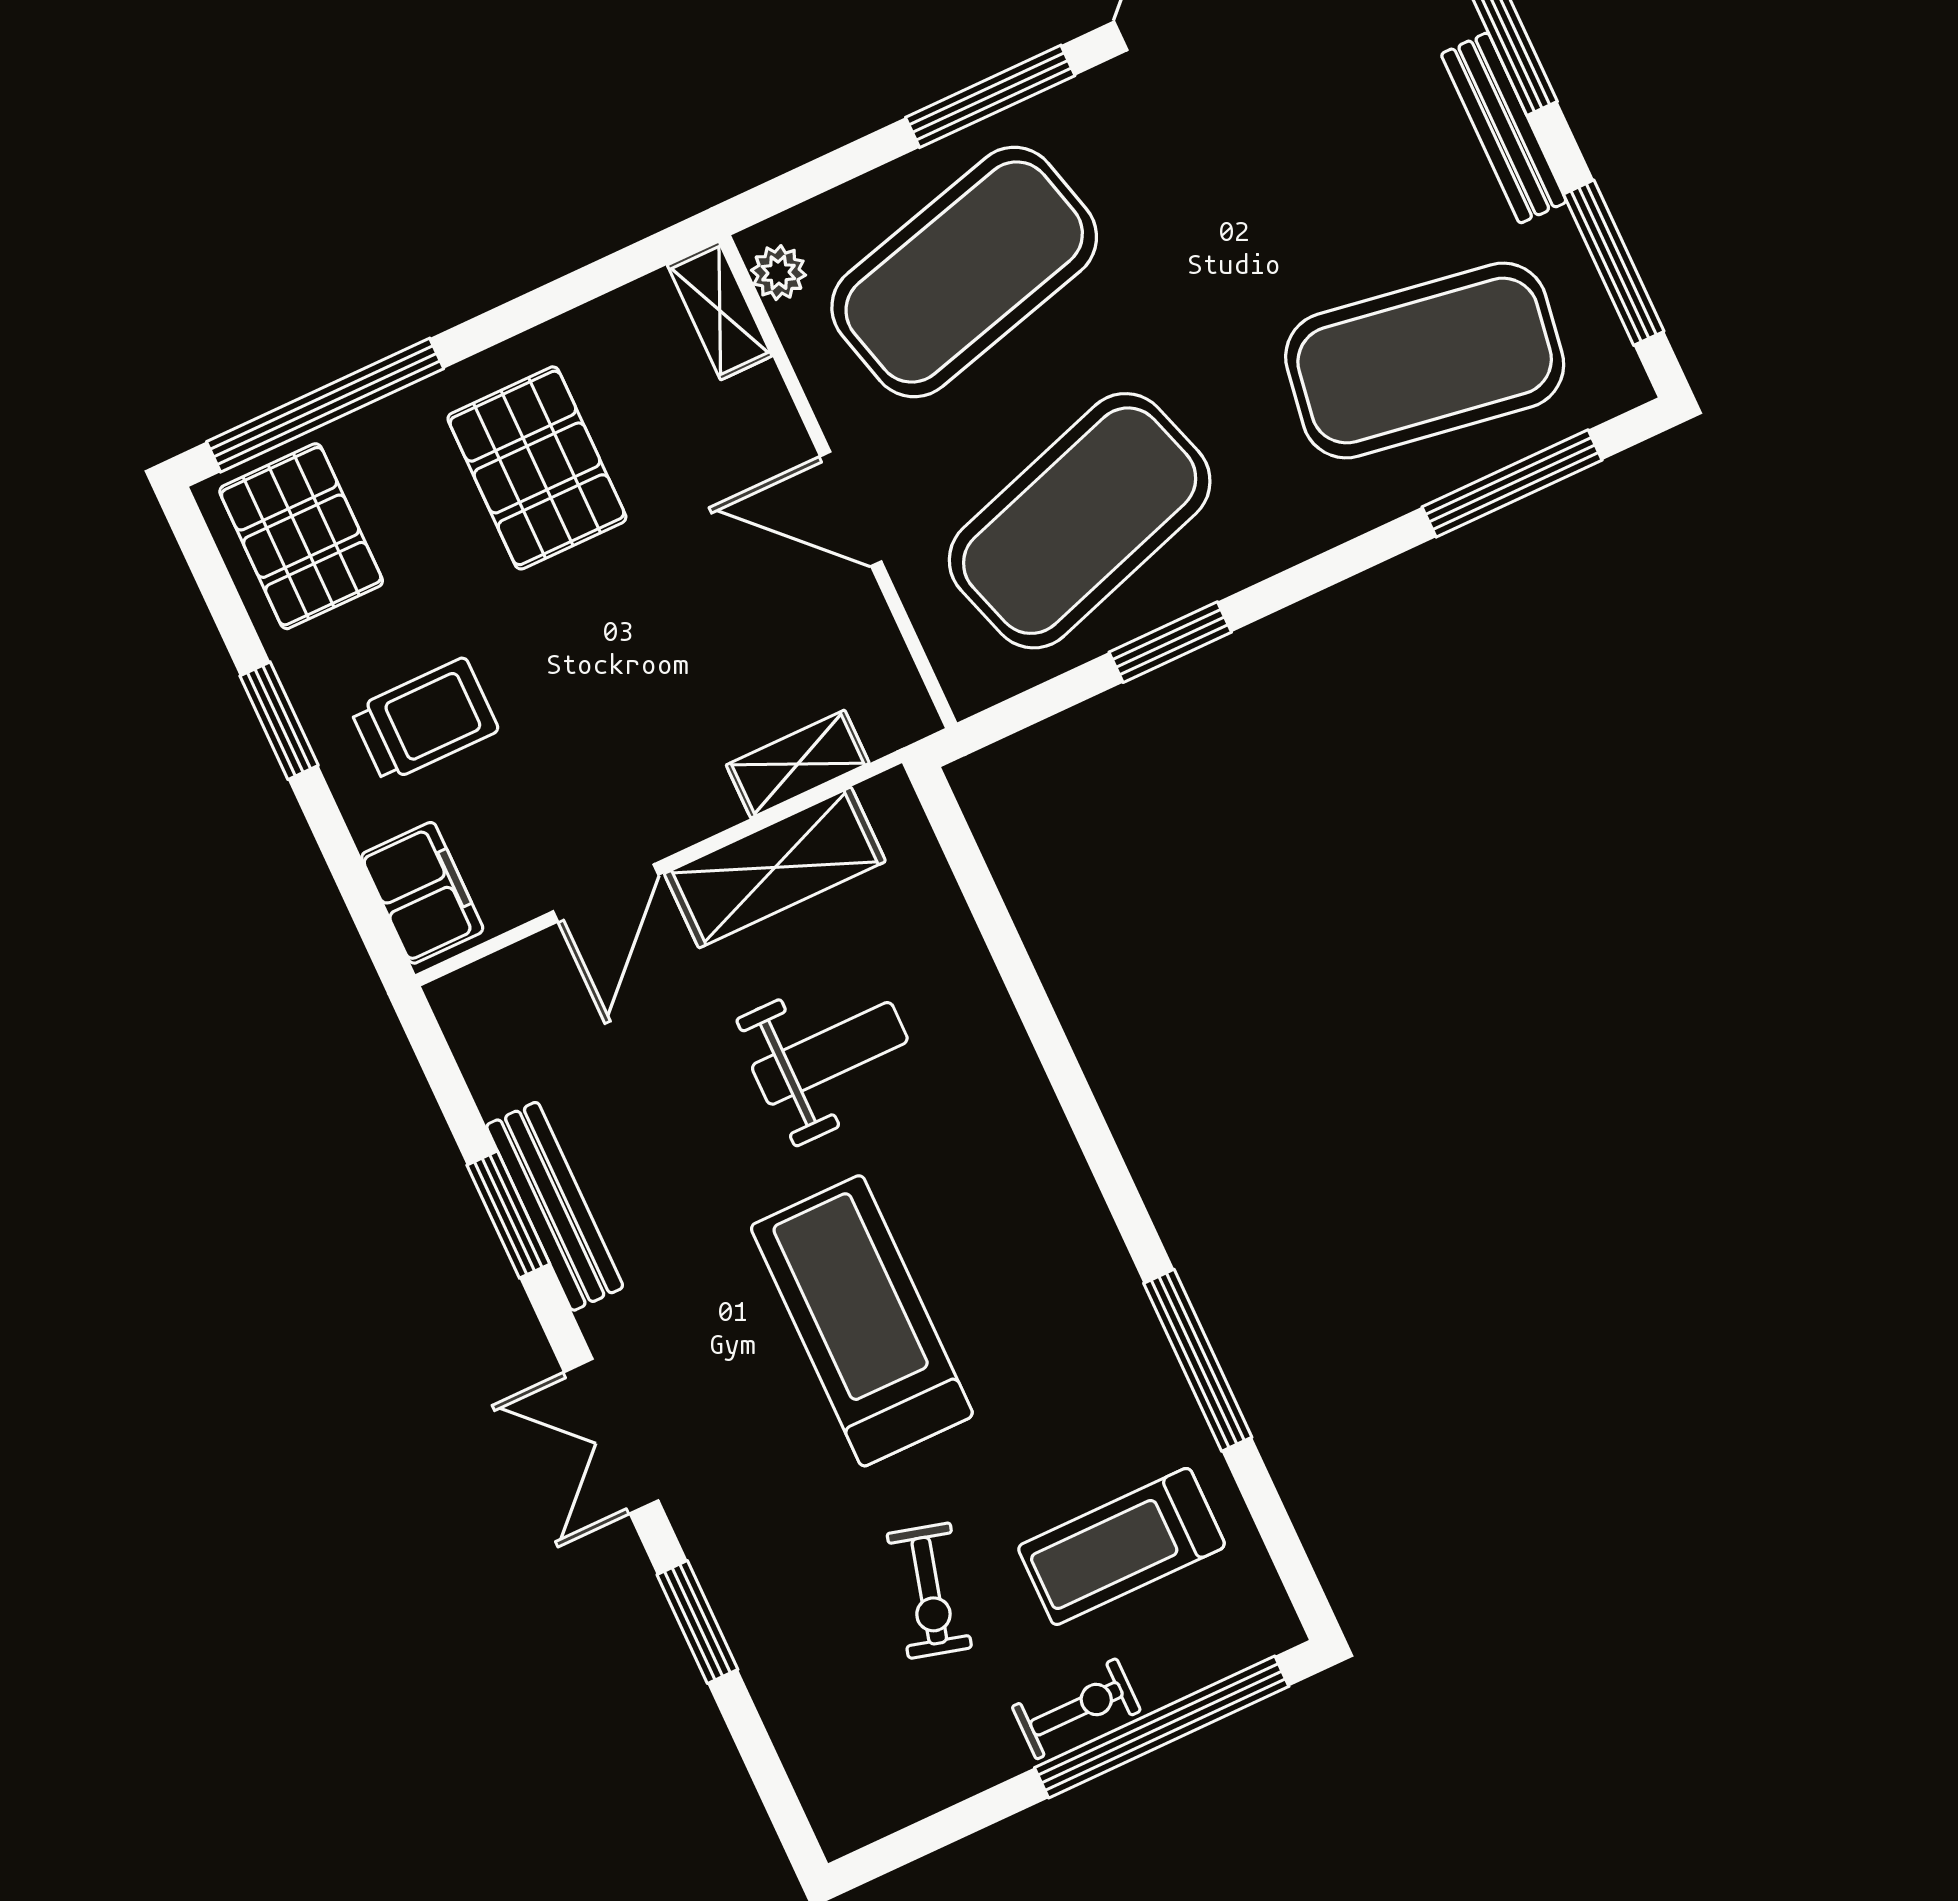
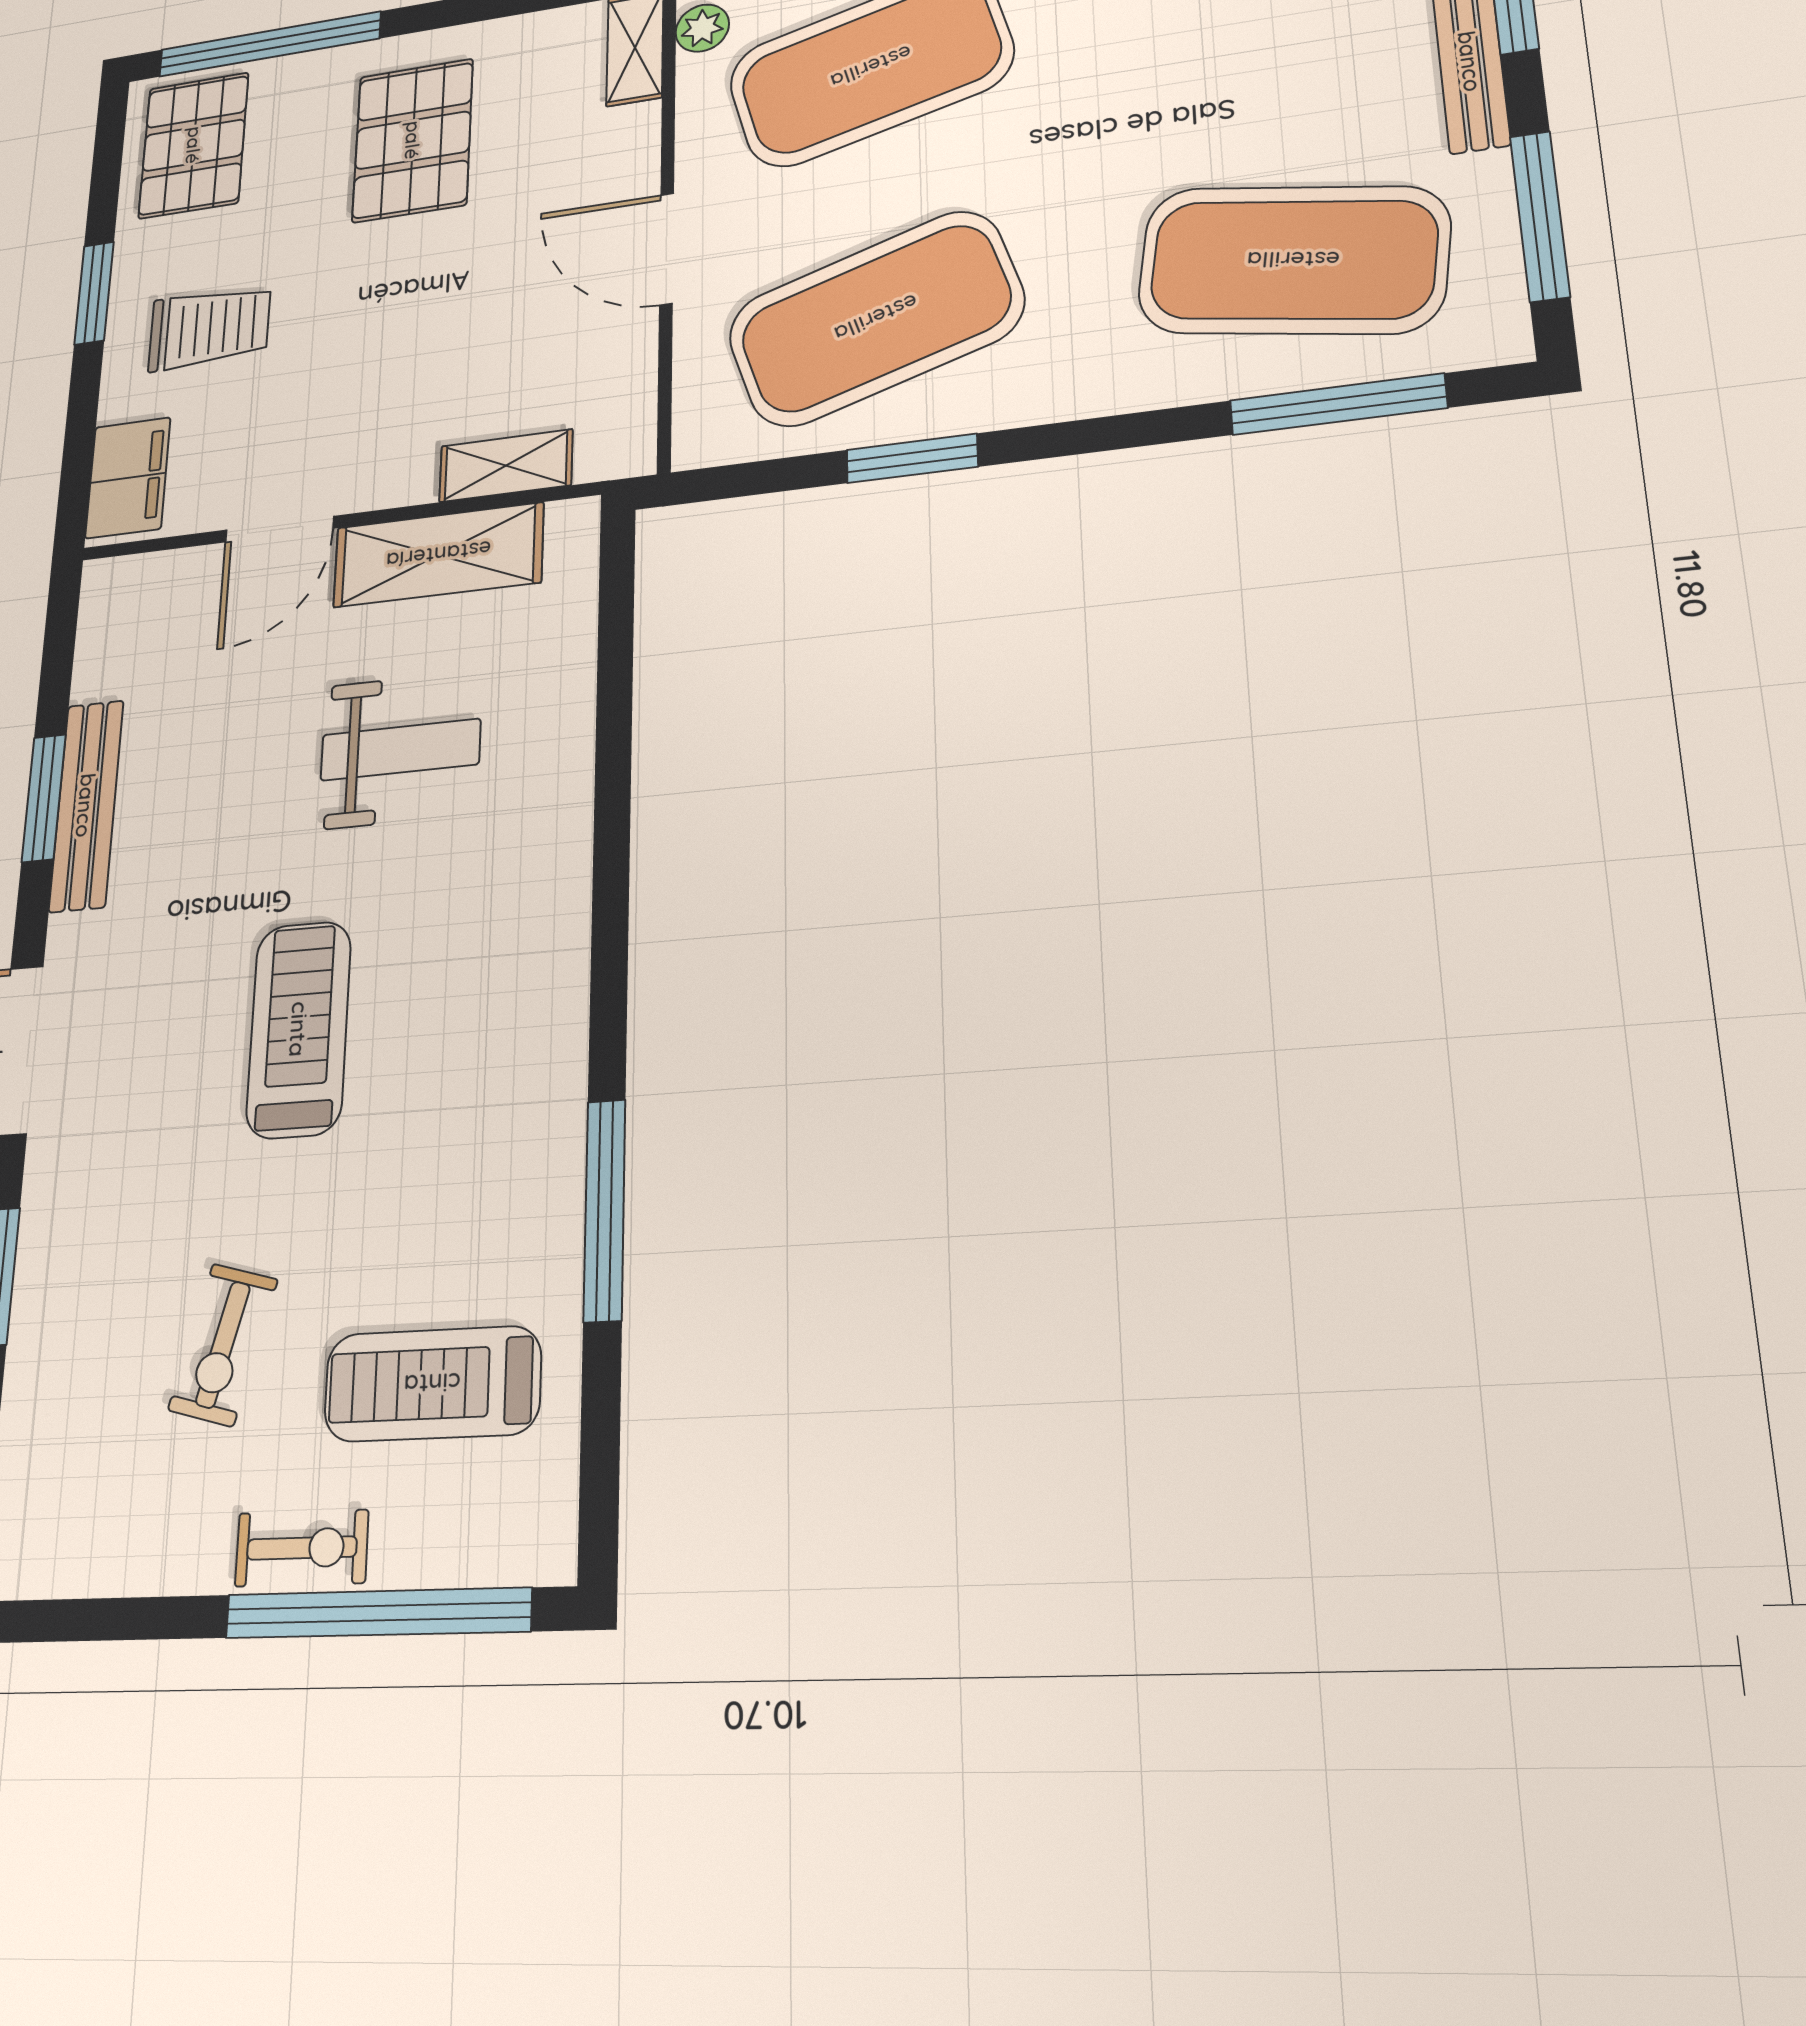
treadmill: (862, 1321) -> (299, 1029), width x0.73, depth x0.73

